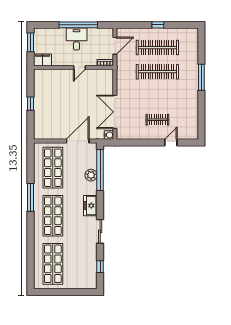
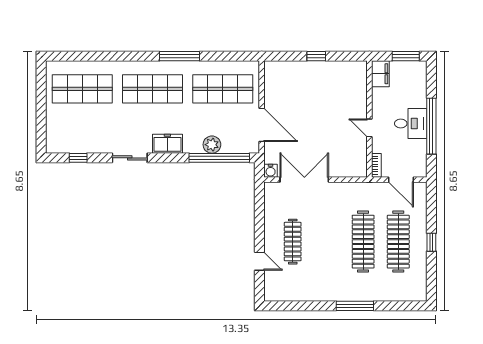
clothes rail: (157, 120) -> (293, 242), width x1.36

